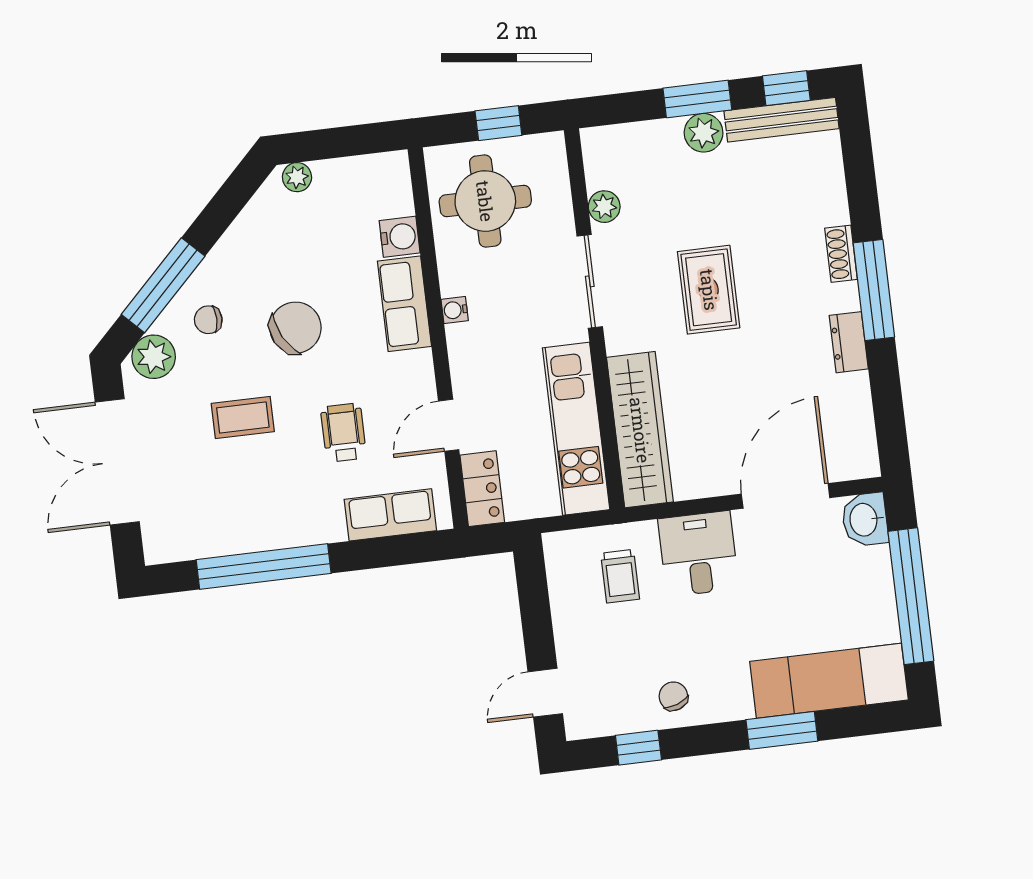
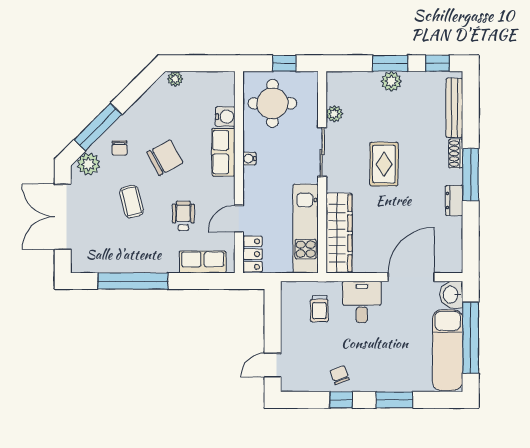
bench: (782, 120) -> (454, 108), moved, turned 90
chair: (208, 320) -> (119, 148), turned -90
coffee table: (243, 417) -> (131, 202), turned 76
exam couch: (829, 681) -> (448, 350), moved, turned -90
window: (638, 748) -> (341, 400), moved

